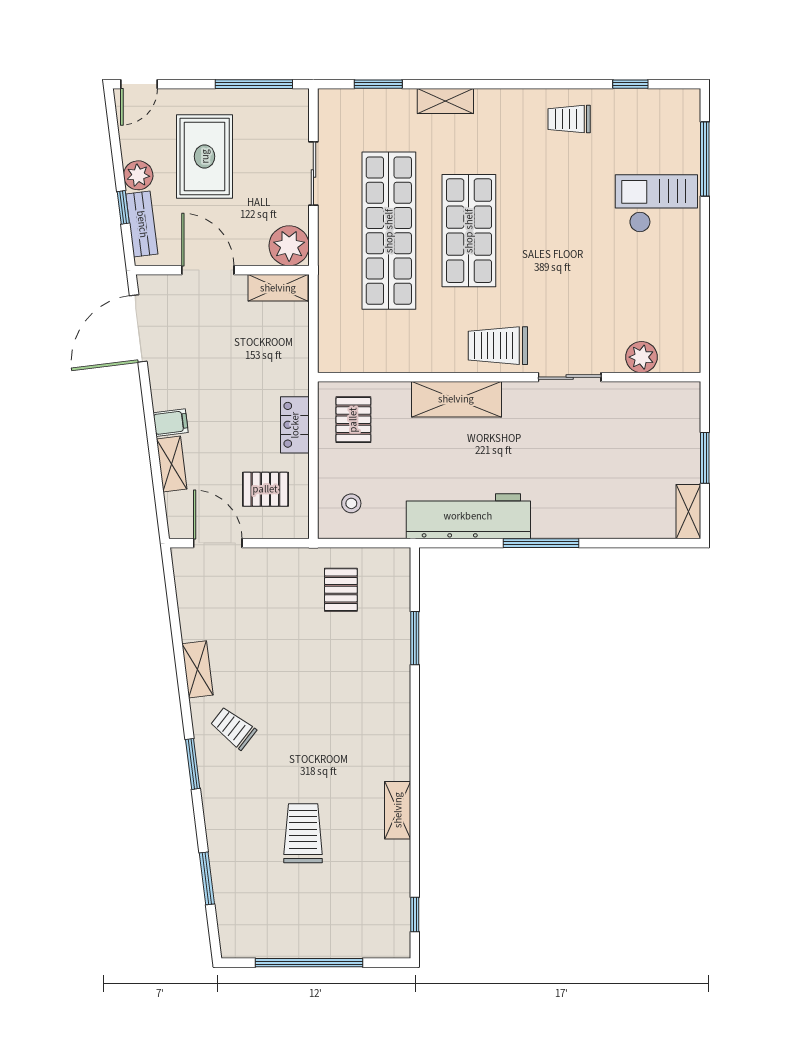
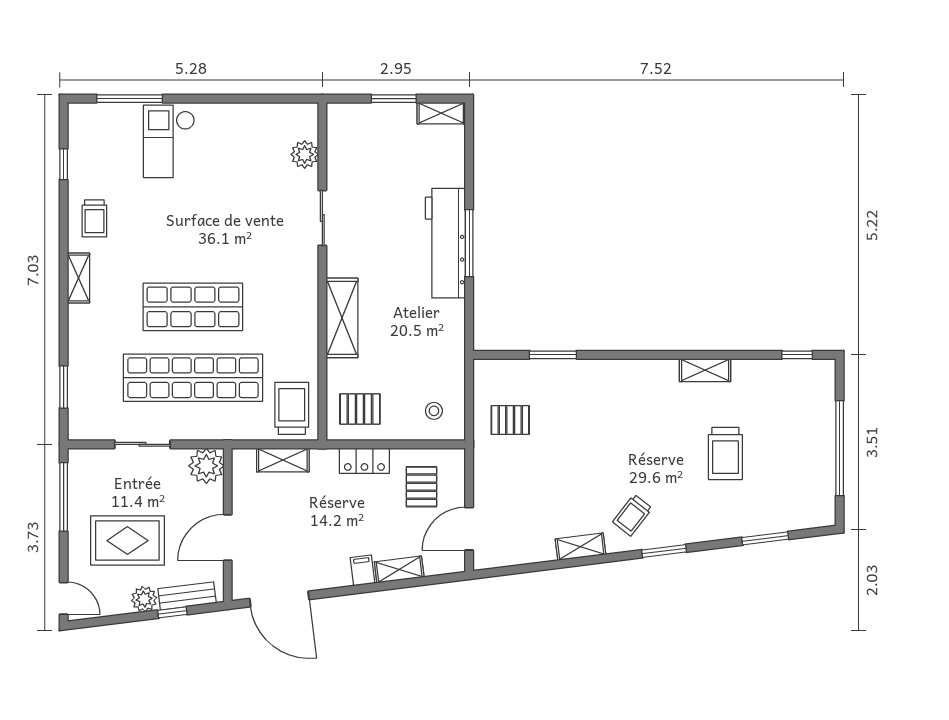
shelving: (445, 101) -> (78, 278), moved
shelving: (278, 288) -> (283, 460), moved, turned 90
trolley: (498, 346) -> (292, 408), moved, turned 180
workbench: (468, 516) -> (445, 243), moved
trolley: (303, 833) -> (725, 453), turned -90

